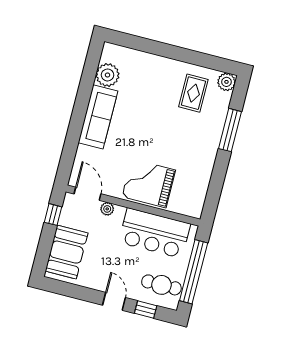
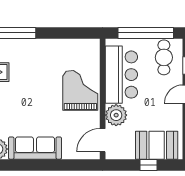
grand piano: (149, 183) -> (80, 90), turned 180
plant: (107, 209) -> (116, 115), width x1.88, depth x1.88
window: (53, 215) -> (148, 165), moved

